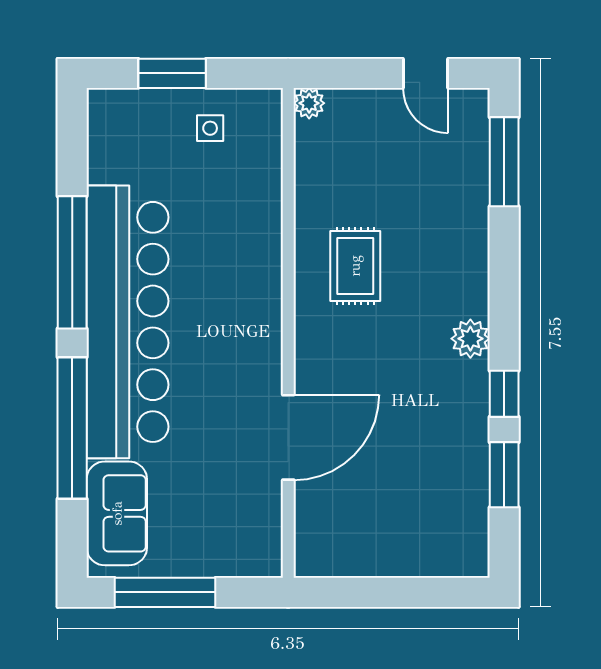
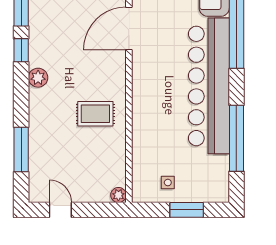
window: (504, 162) -> (21, 149), moved
window: (72, 262) -> (236, 138), moved
rug: (355, 266) -> (95, 114), turned 90

